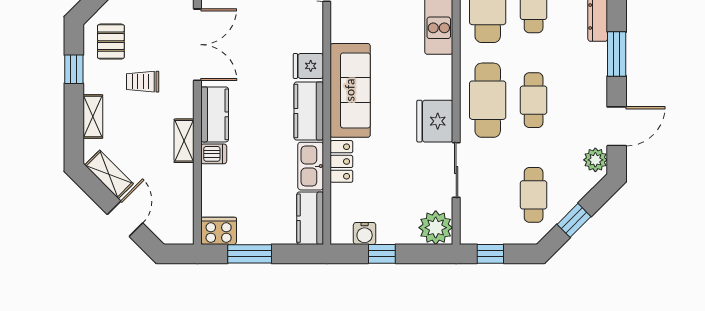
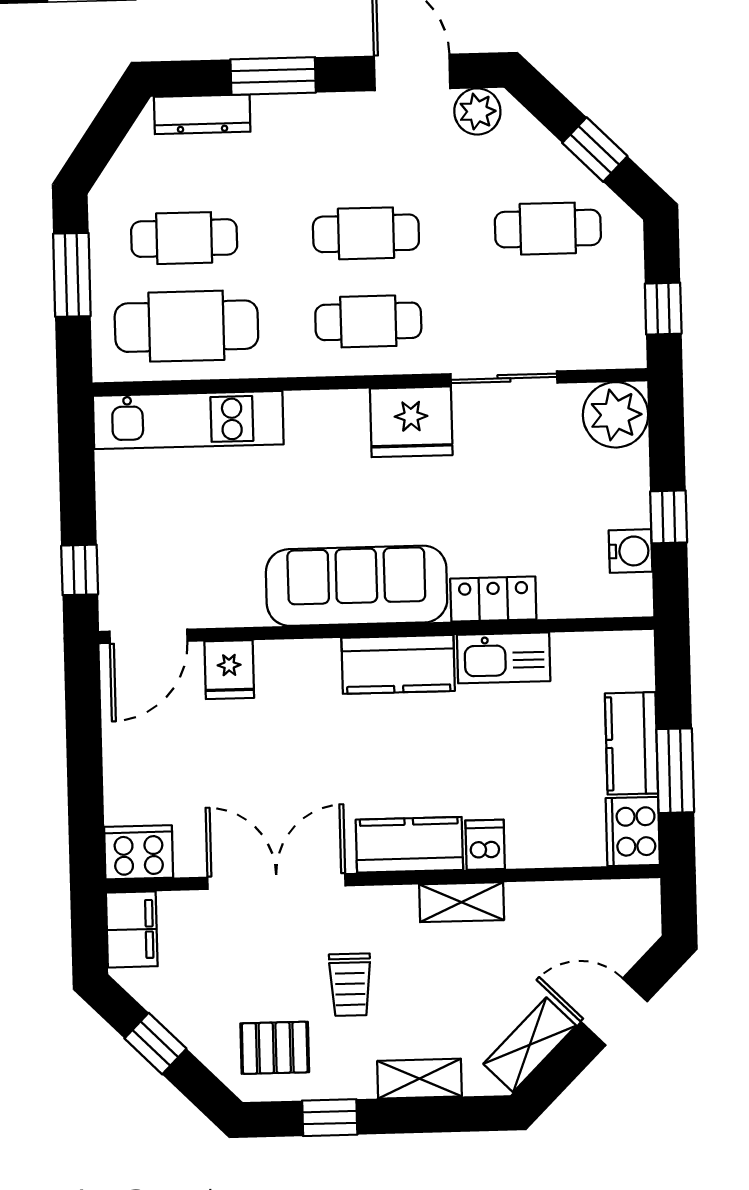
fridge: (308, 66) -> (229, 670), moved
cafe table: (488, 100) -> (368, 321), width x0.73, depth x0.74
kitchen counter: (310, 218) -> (631, 743), moved, turned 90

